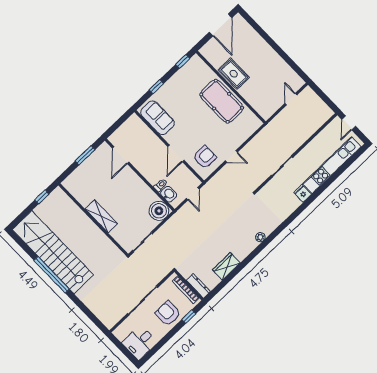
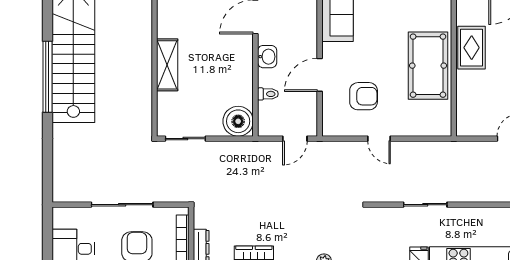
armchair: (205, 157) -> (364, 96), moved
washbasin: (169, 194) -> (267, 57), moved

